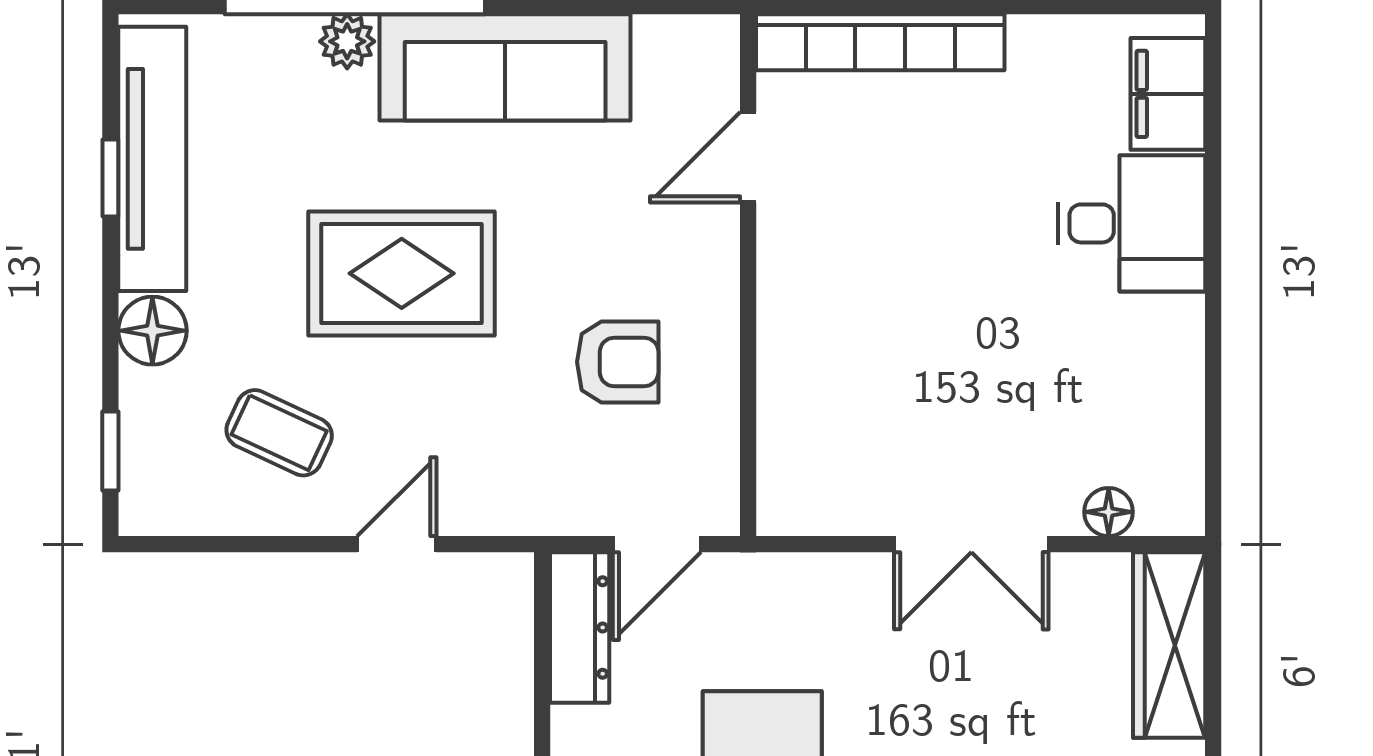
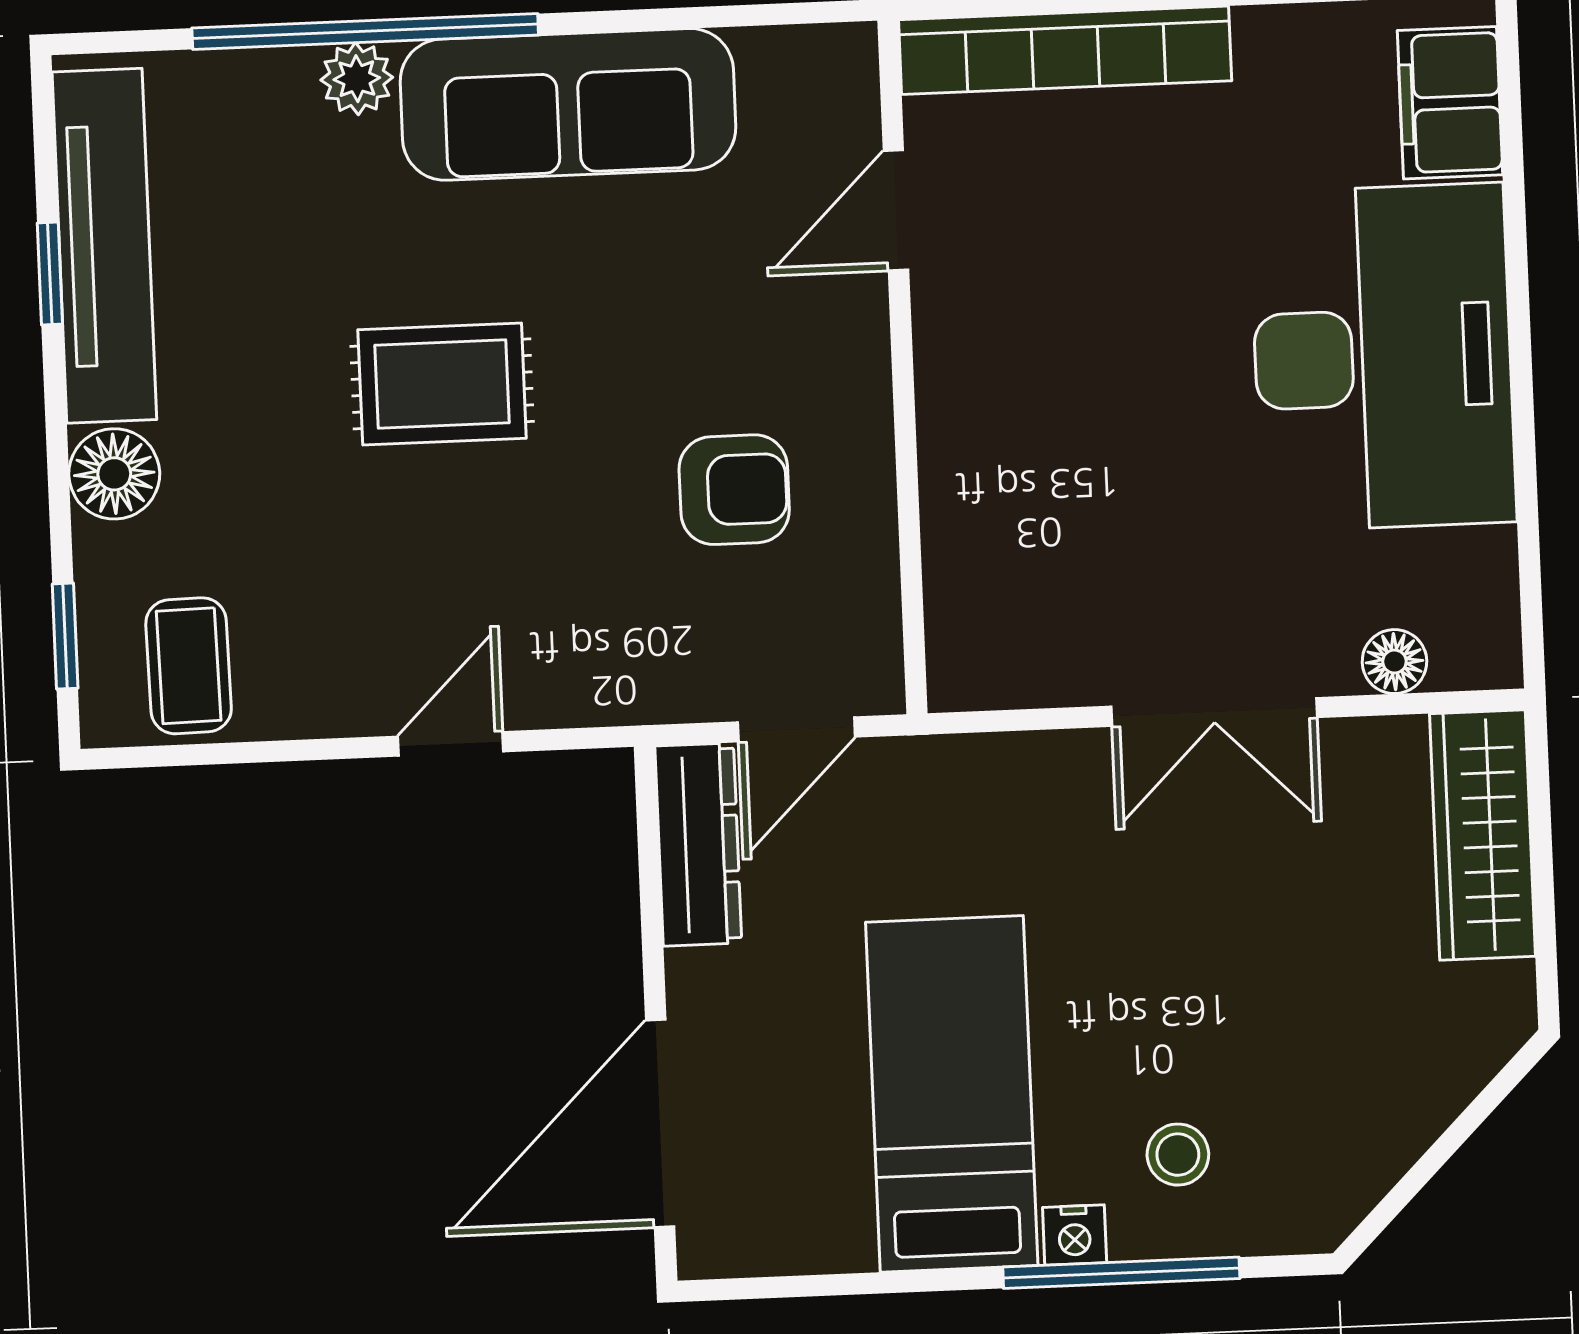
desk: (1131, 223) -> (1383, 357), width x1.87, depth x1.30
rug: (402, 273) -> (442, 384), width x0.73, depth x0.70
coffee table: (279, 433) -> (189, 666), moved, turned 64

